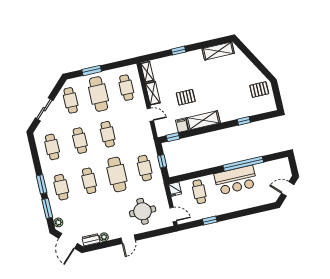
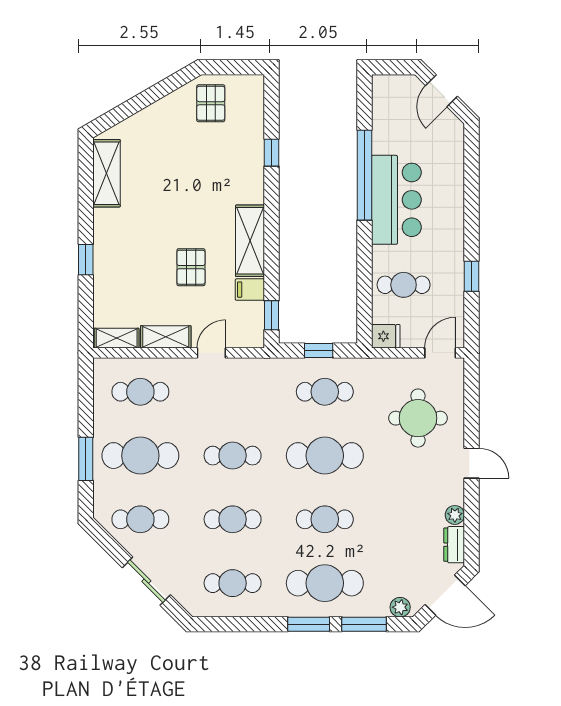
cafe table: (61, 187) -> (325, 583), width x1.37, depth x1.35

